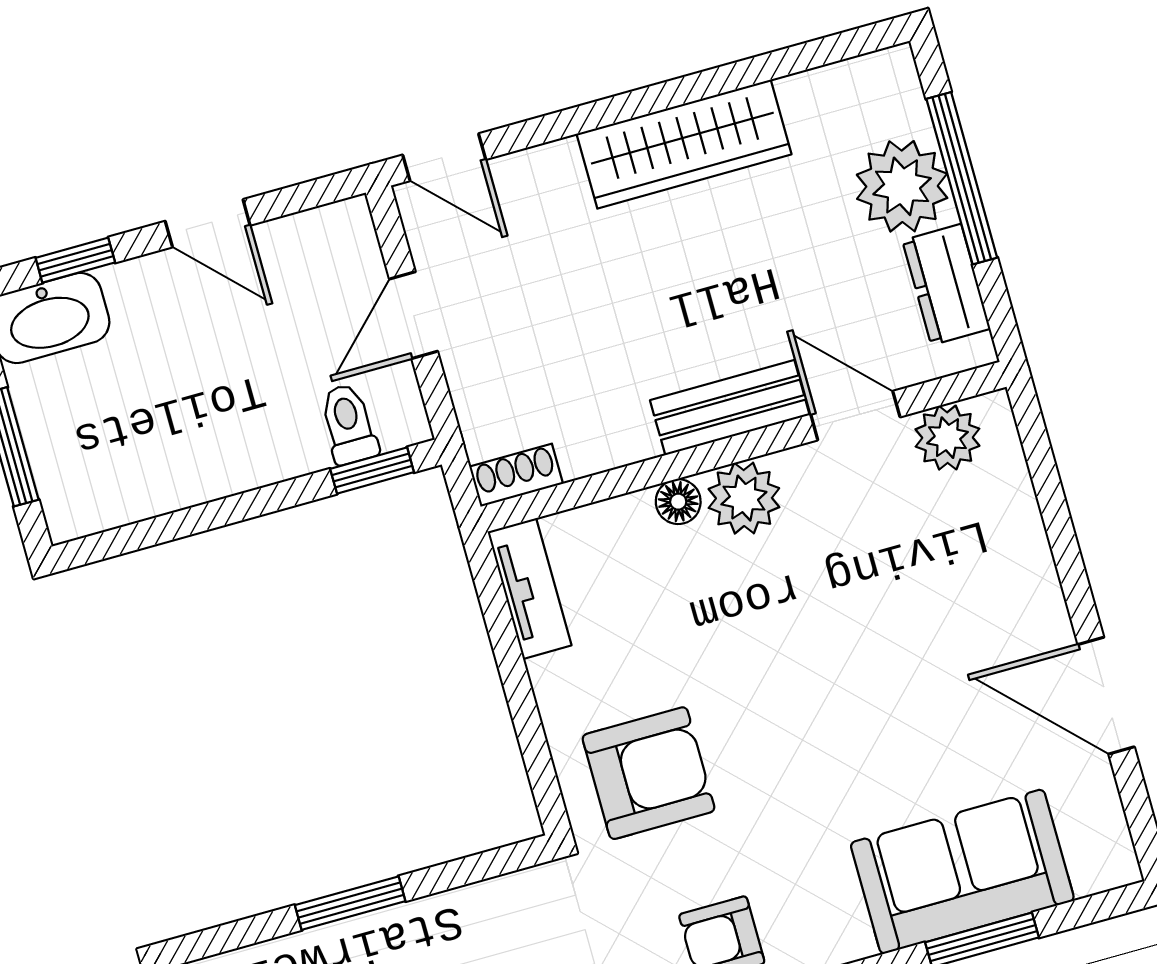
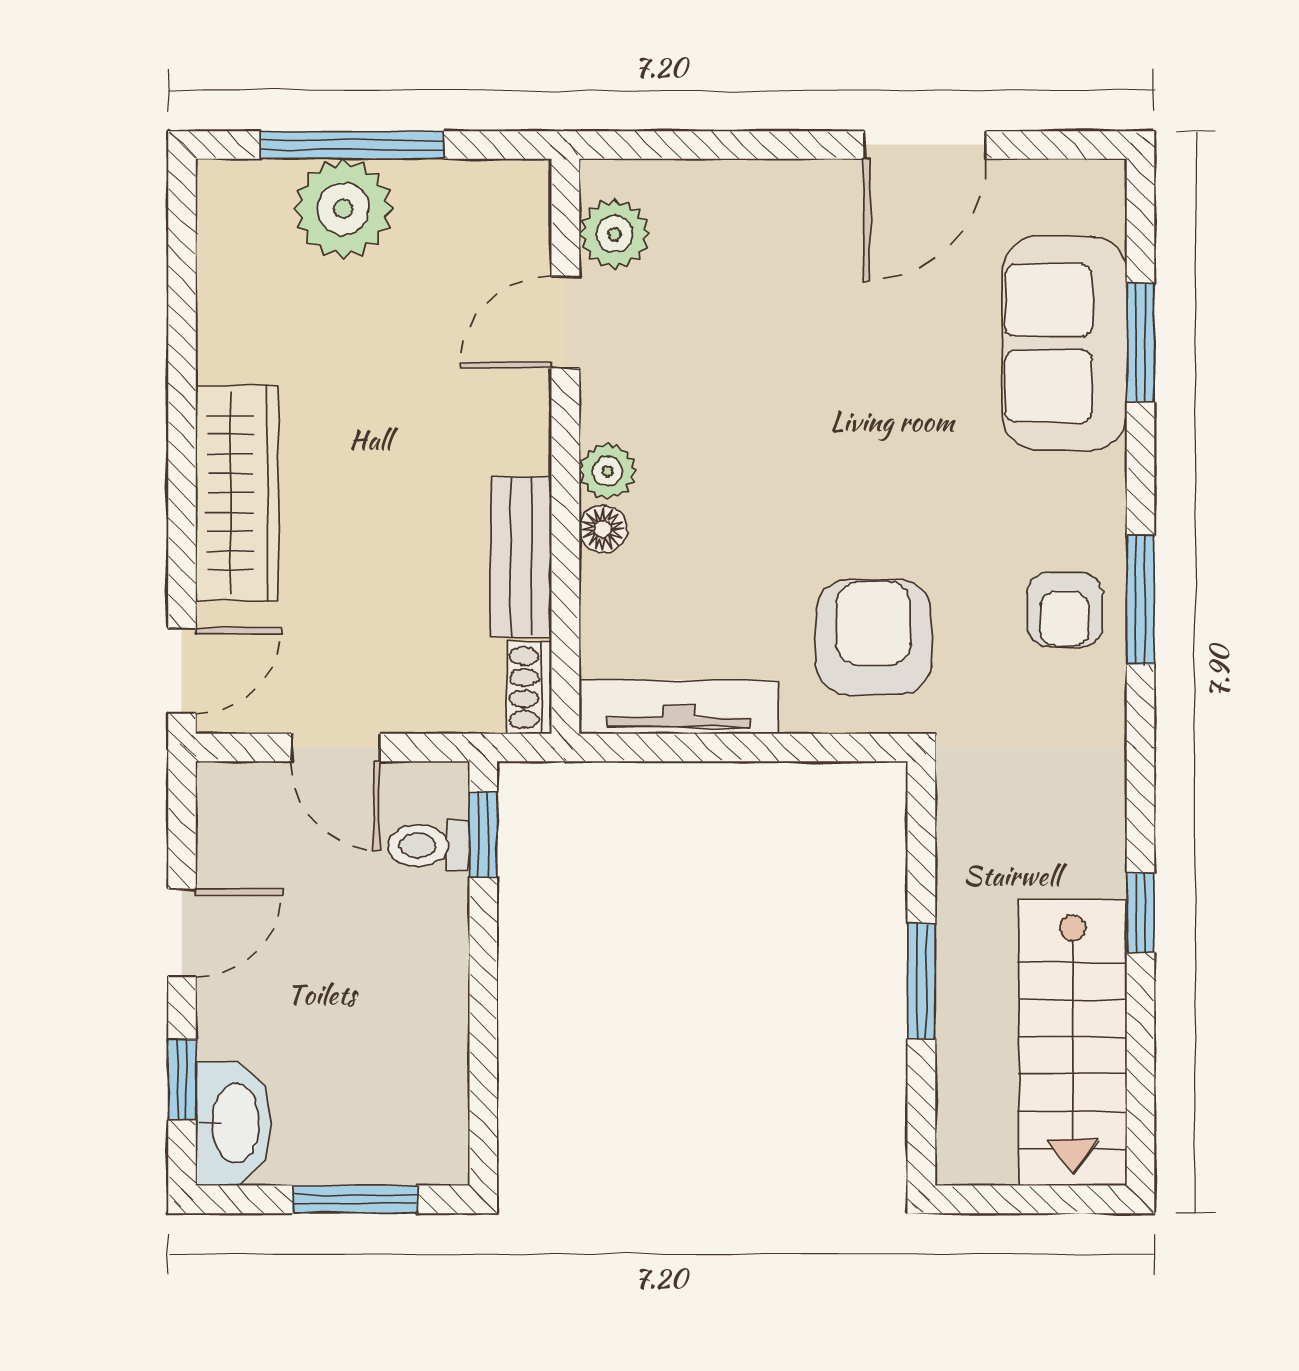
wardrobe: (684, 144) -> (237, 493), moved
dresser: (946, 285) -> (457, 191), removed
bench: (730, 408) -> (521, 557), moved
plant: (744, 498) -> (608, 471), width x0.73, depth x0.73
tv unit: (529, 589) -> (678, 707), width x1.41

